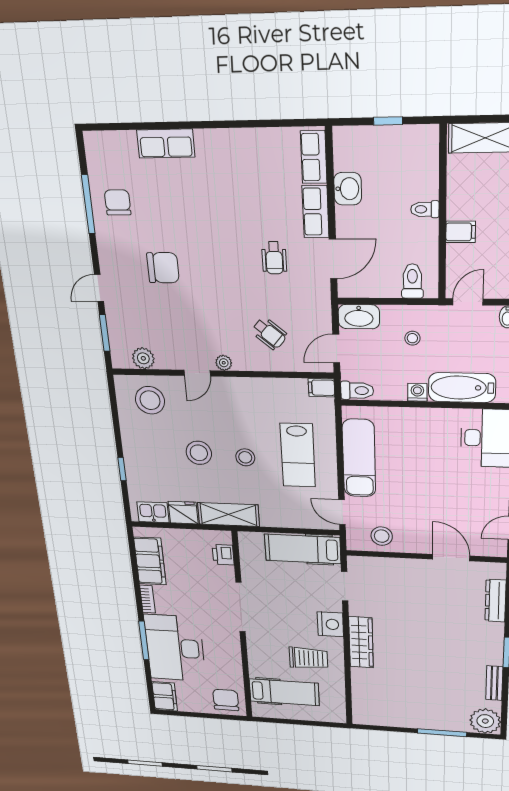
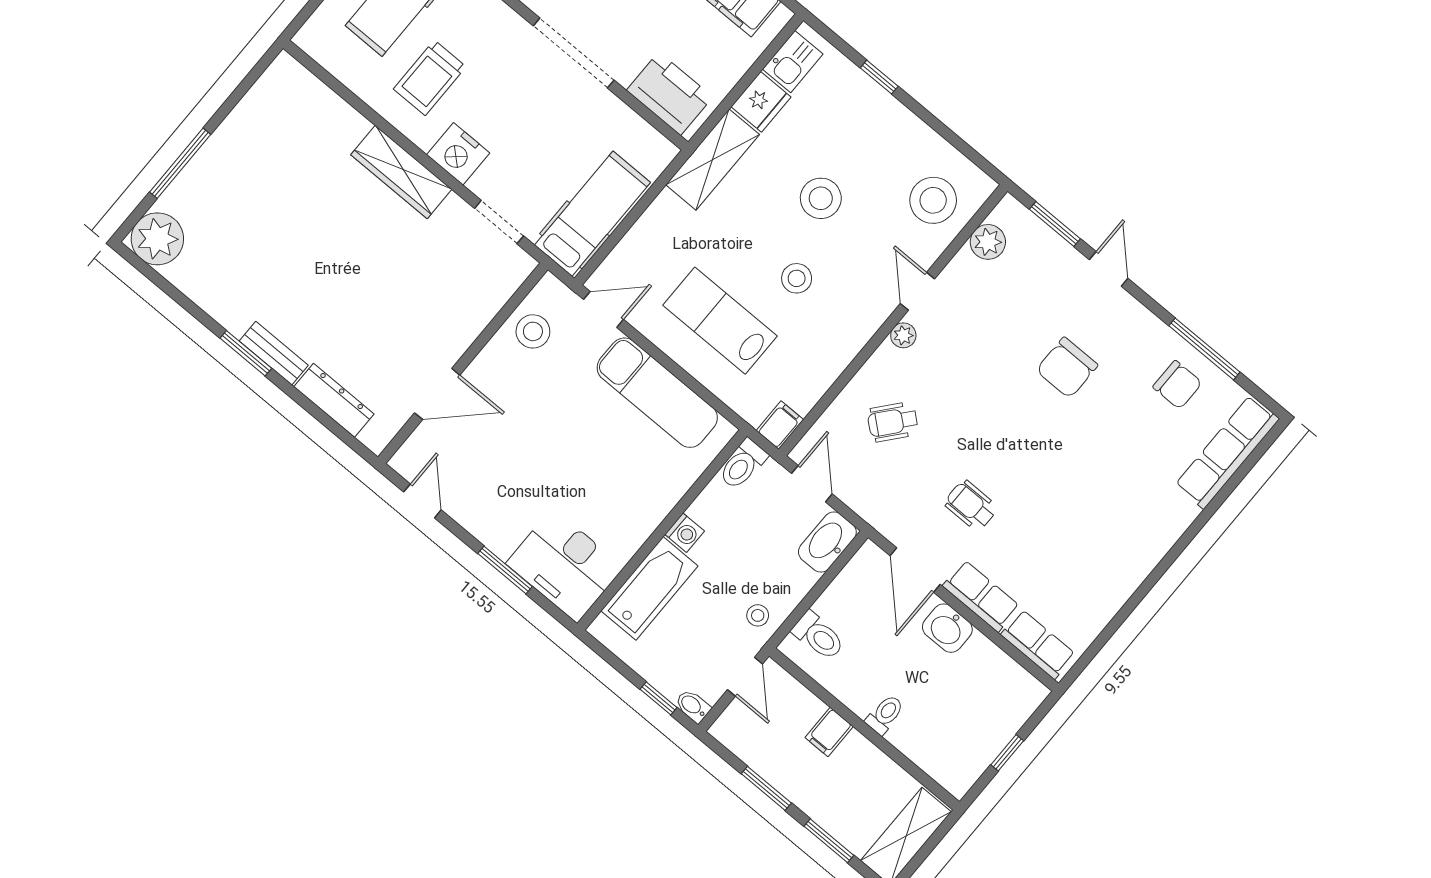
row of seats: (166, 143) -> (1227, 452), moved, width x1.48
washbasin: (348, 189) -> (947, 628), moved
stool: (412, 338) -> (758, 615), moved
stool: (245, 457) -> (797, 278), moved
printer: (223, 555) -> (670, 94), width x1.87, depth x1.48
bench: (494, 683) -> (274, 353), moved

